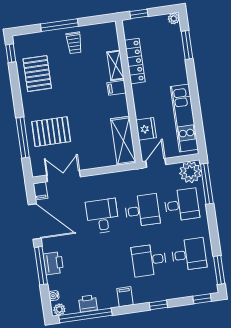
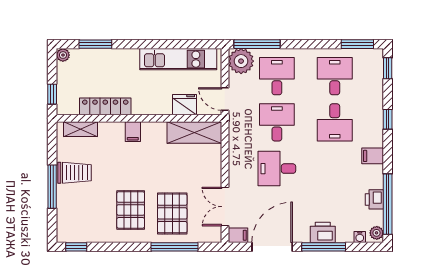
trolley: (74, 43) -> (75, 173), width x1.36, depth x1.39
shelving: (115, 65) -> (81, 129), moved
pallet: (37, 74) -> (131, 210), moved, turned 90

